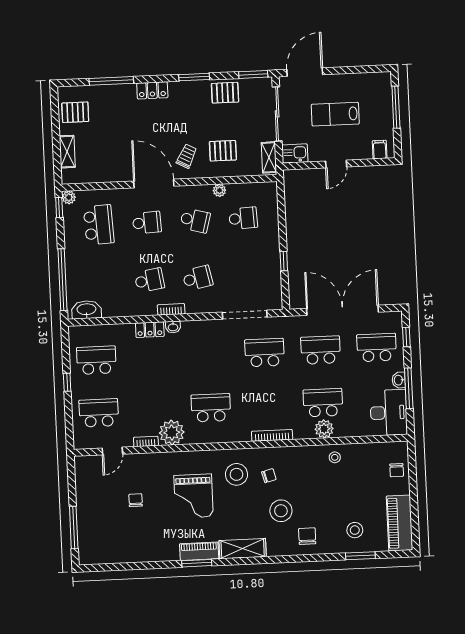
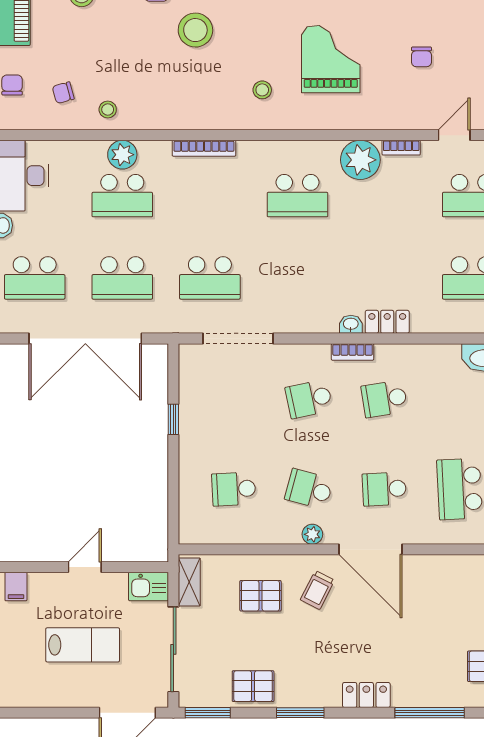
plant: (219, 190) -> (312, 534), moved
stool: (236, 474) -> (262, 90), width x0.53, depth x0.53
chair: (269, 476) -> (63, 93), moved

